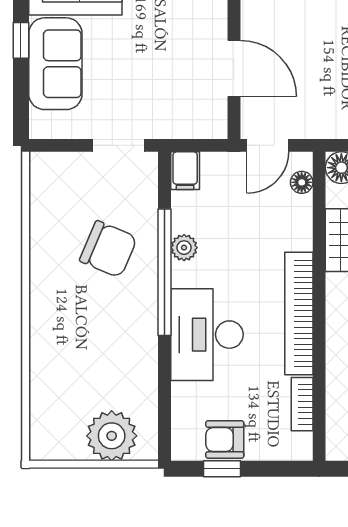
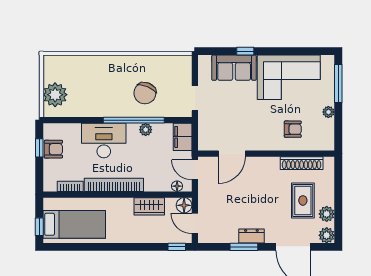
filing cabinet: (185, 171) -> (183, 137), width x2.00
armchair: (225, 440) -> (53, 149), turned 90

